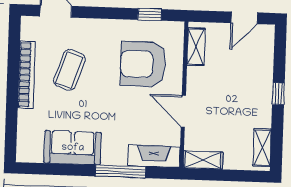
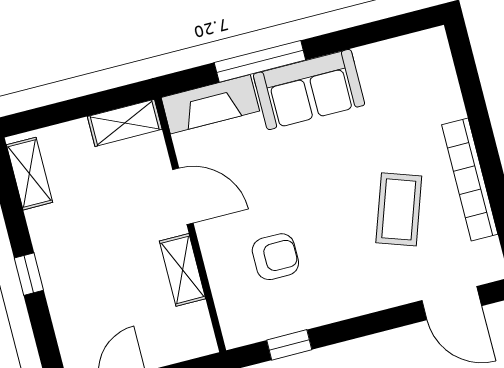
shelving: (196, 47) -> (183, 270), moved
armchair: (143, 64) -> (275, 257), width x0.53, depth x0.53
sofa: (73, 148) -> (309, 90), moved

